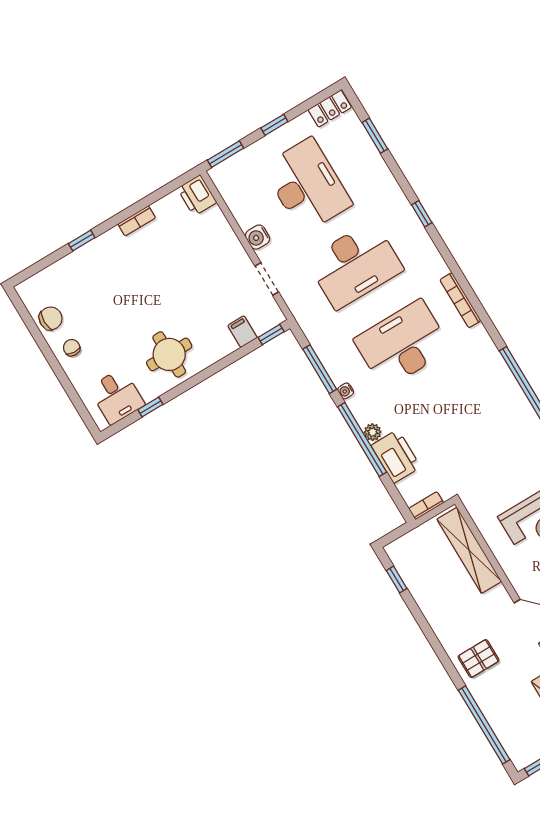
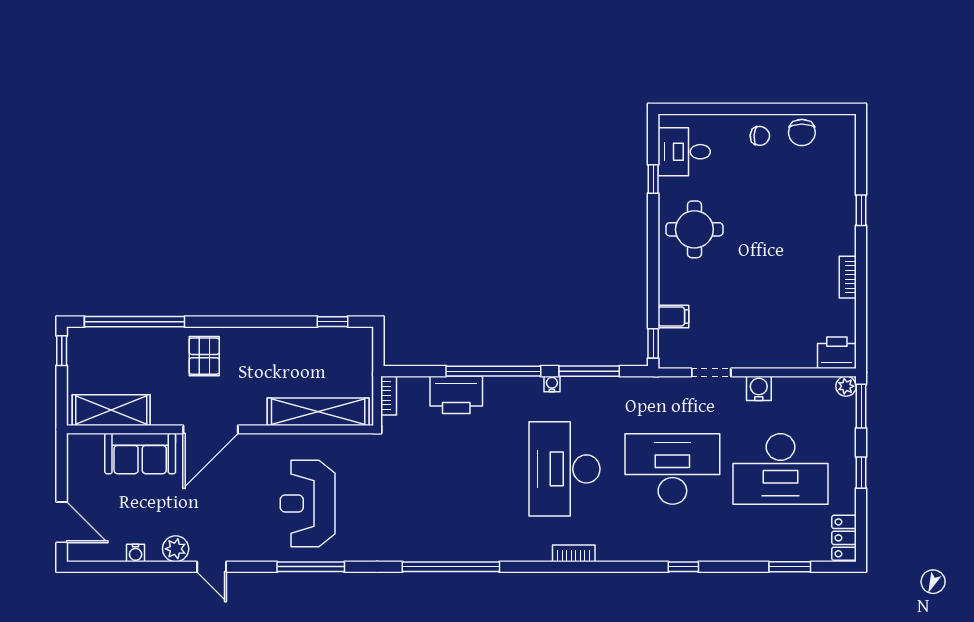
desk: (355, 265) -> (672, 469), turned 90
bookcase: (460, 300) -> (574, 553), width x0.64
desk: (402, 344) -> (564, 469), turned 180
plant: (373, 432) -> (846, 386), moved

